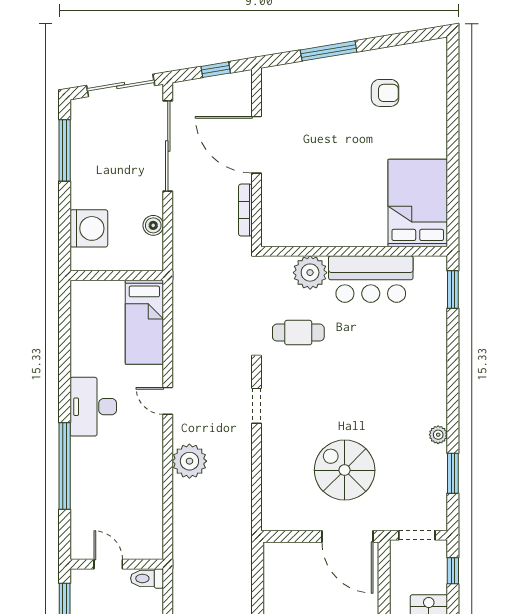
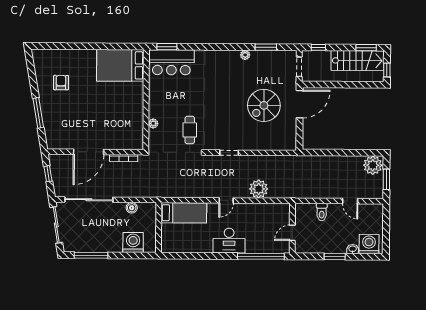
plant: (310, 273) -> (153, 123), width x0.53, depth x0.53
bar counter: (371, 279) -> (171, 62), moved, turned 90
door: (108, 564) -> (292, 233), moved
wall: (117, 564) -> (292, 228), moved

